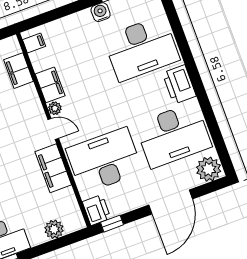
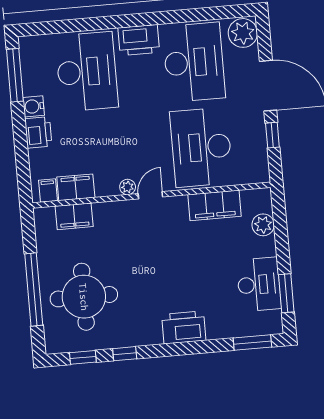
filing cabinet: (50, 85) -> (76, 187), moved
filing cabinet: (53, 168) -> (215, 205), moved
printer: (96, 210) -> (38, 132), moved, turned 90
window: (112, 224) -> (272, 135), moved

